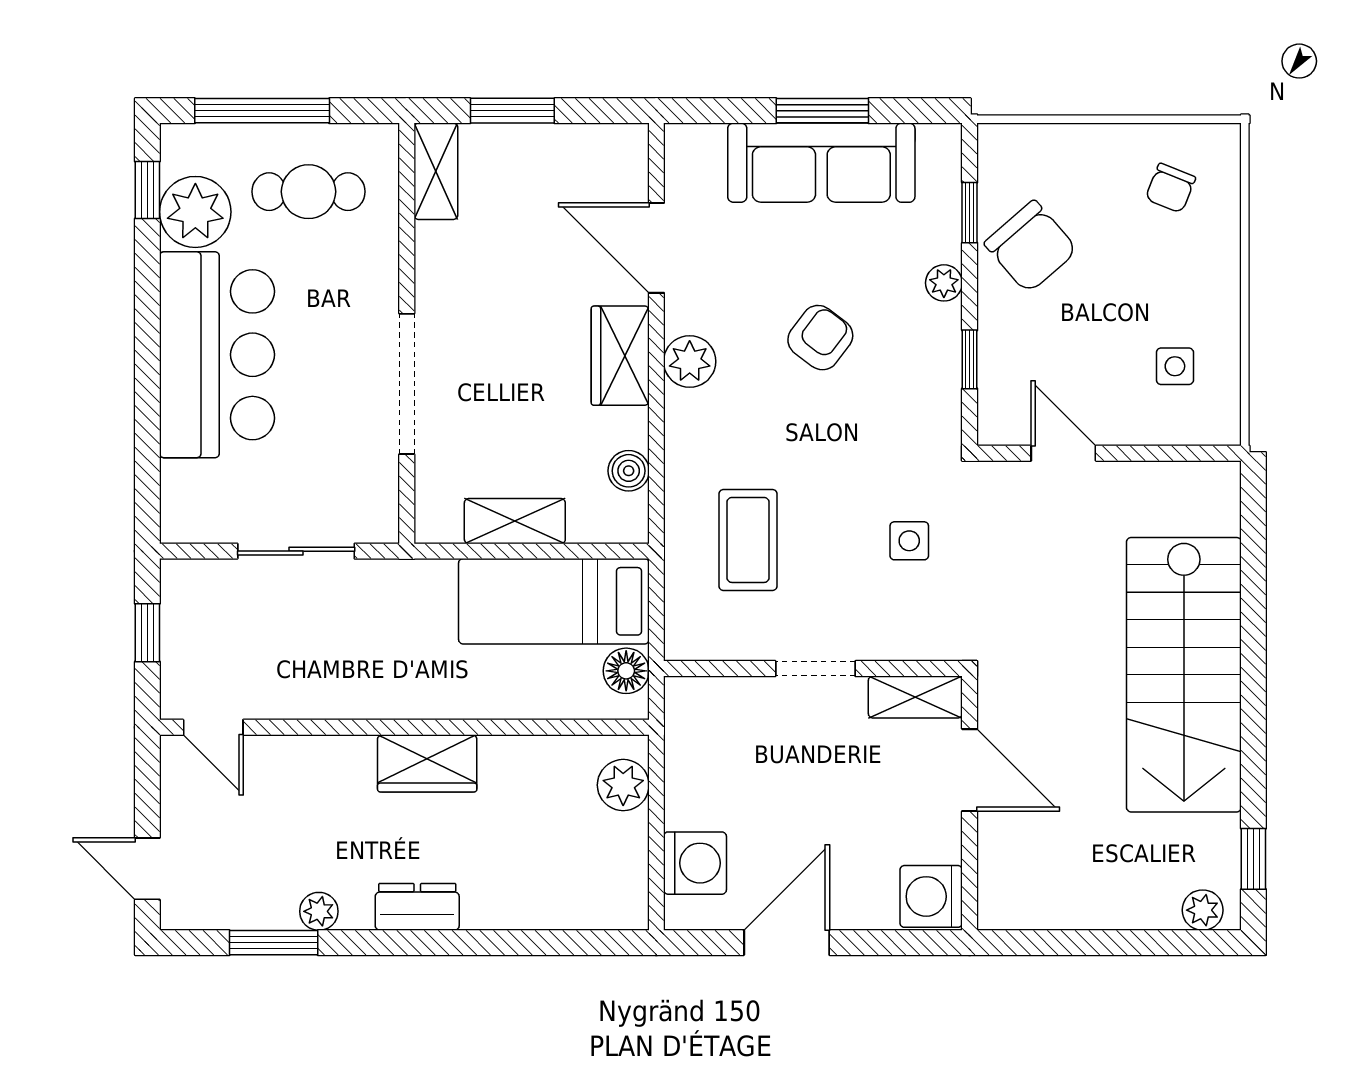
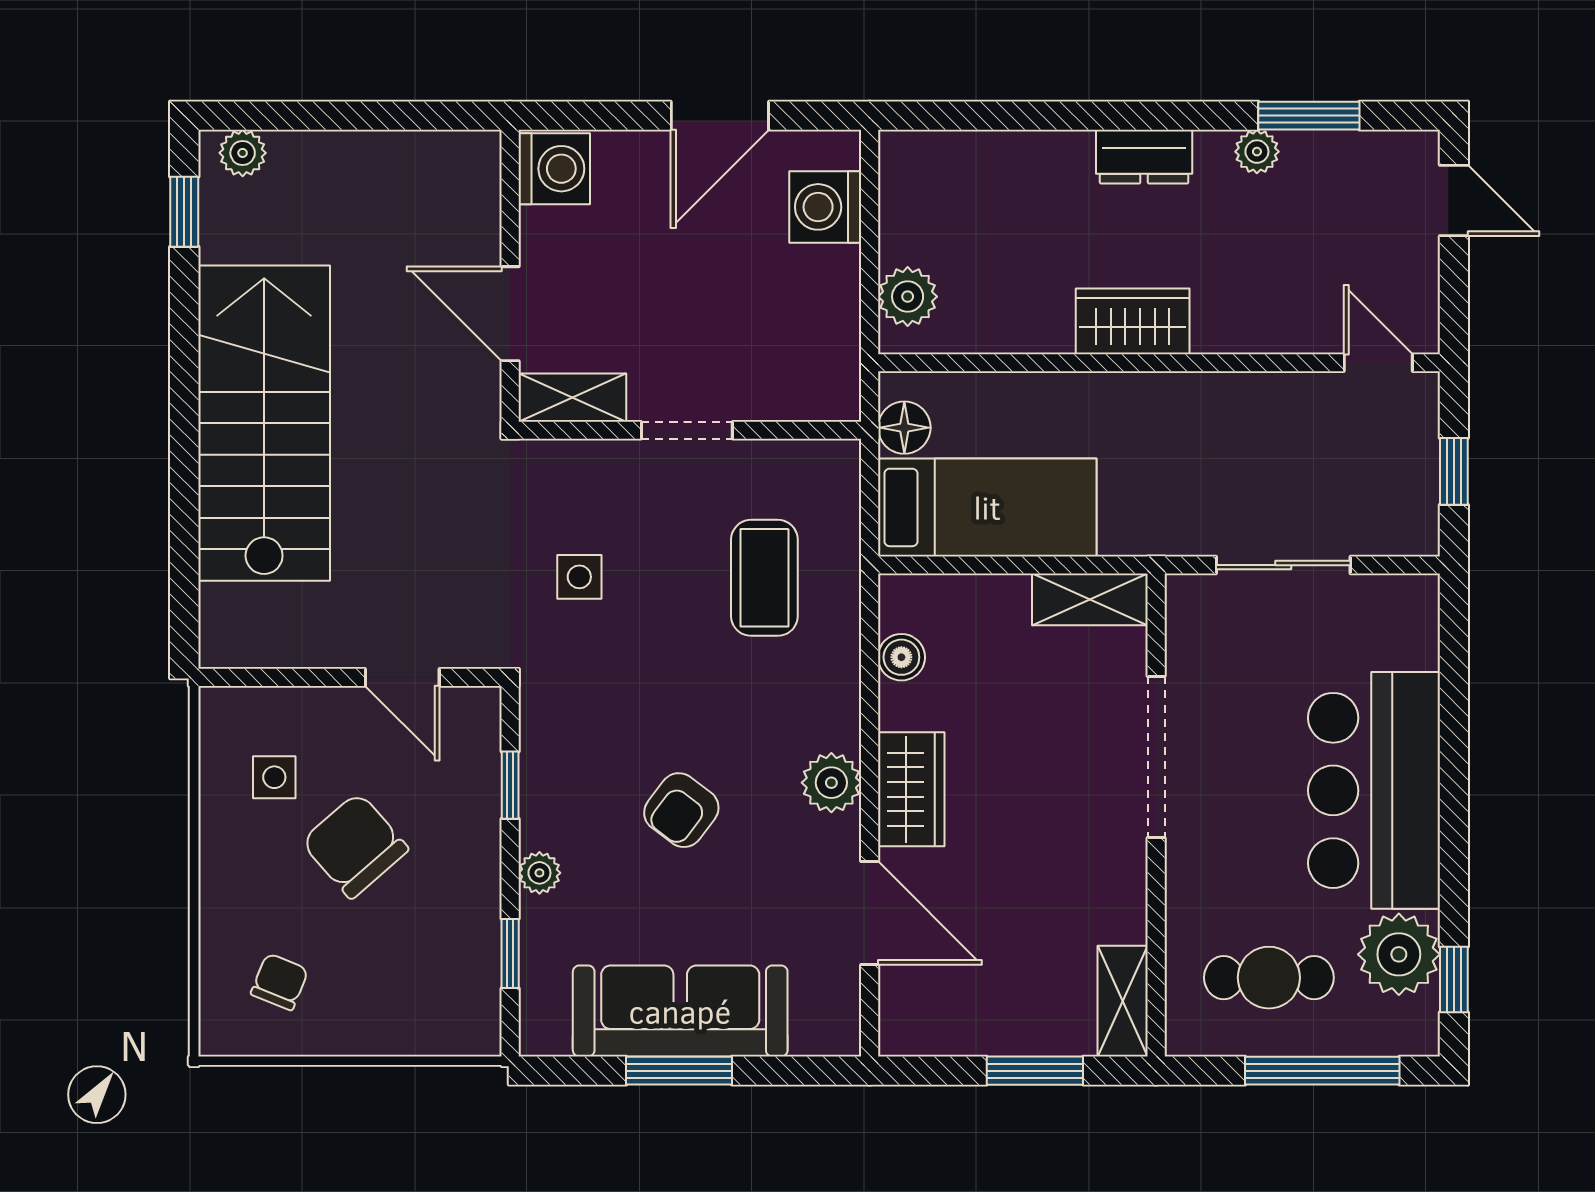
chair: (1031, 247) -> (355, 846), moved
shelving: (515, 521) -> (1090, 599), moved

